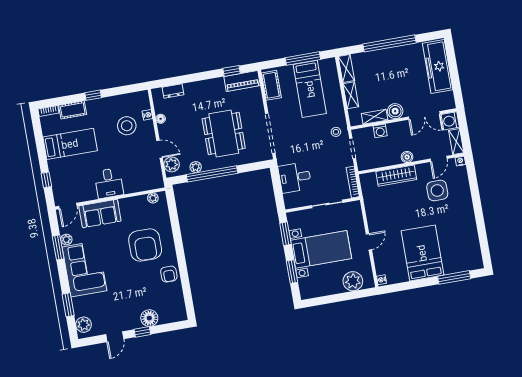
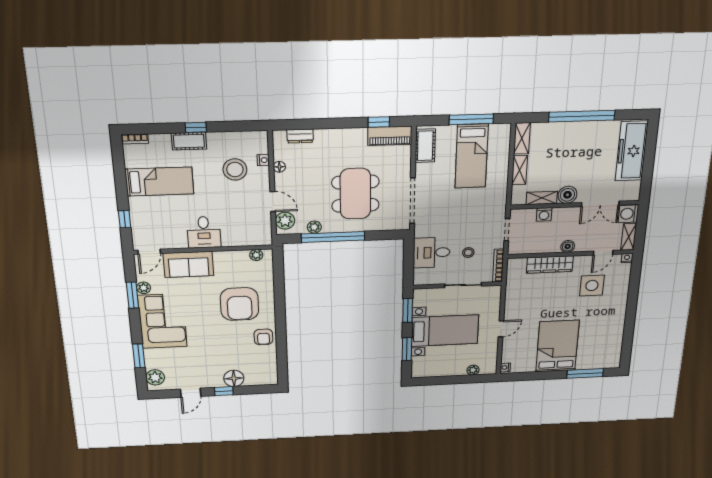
cot: (73, 110) -> (189, 141), moved
stool: (336, 132) -> (468, 253), moved
plant: (353, 281) -> (473, 370), width x0.53, depth x0.53

